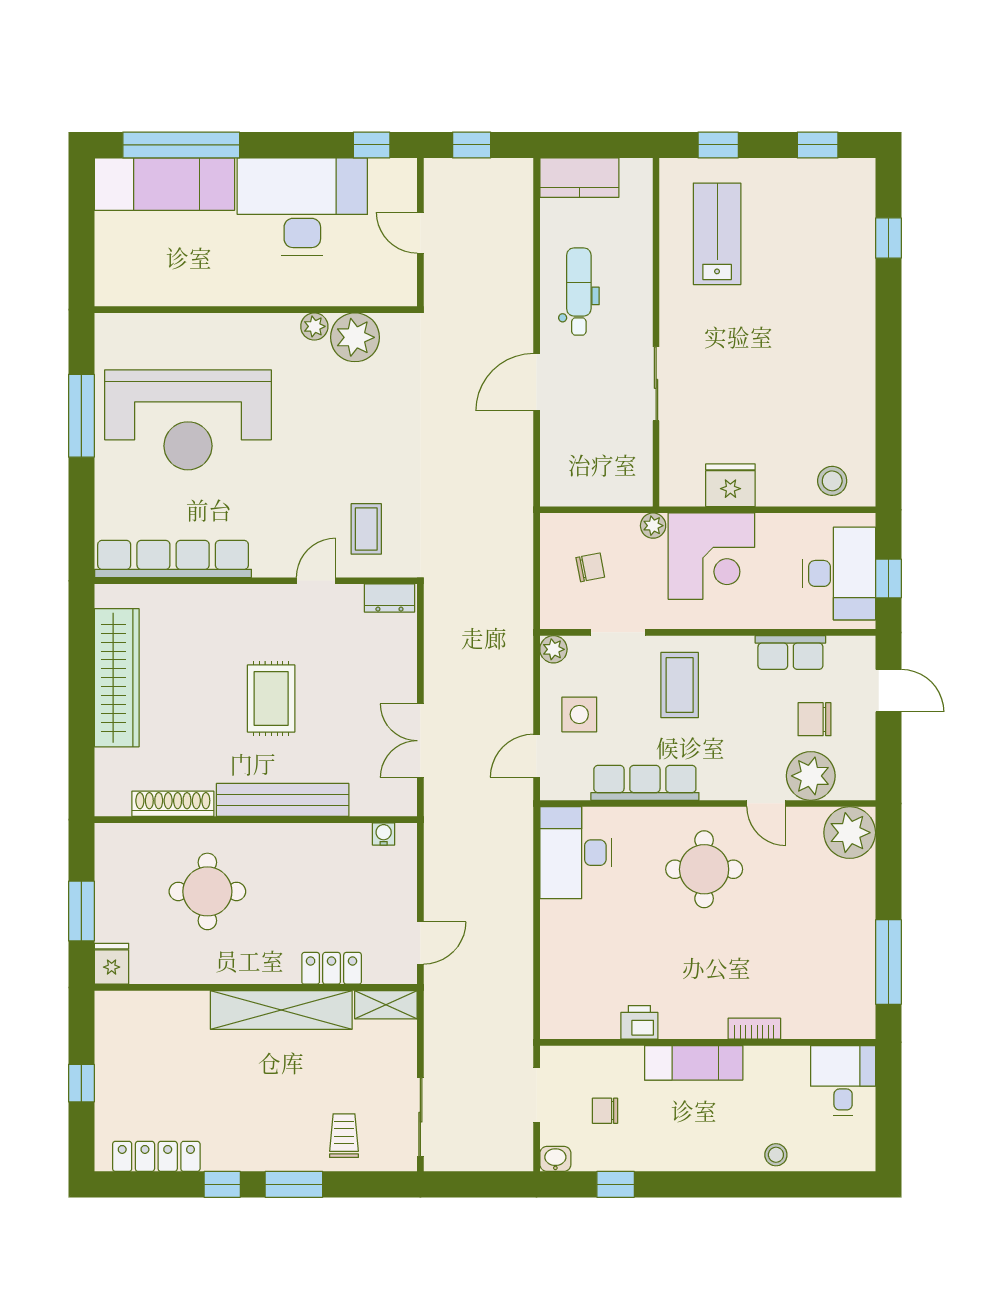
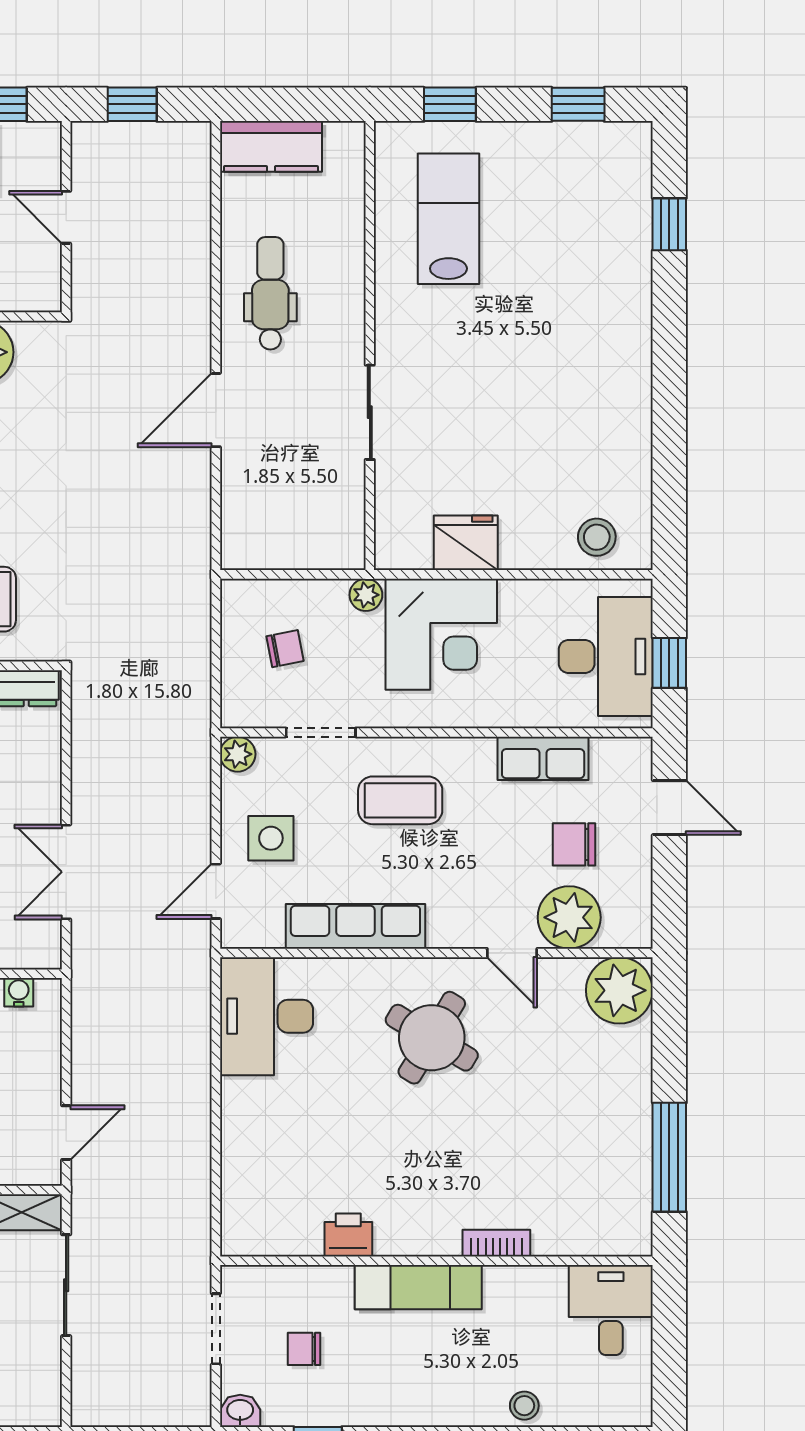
coffee table: (680, 685) -> (400, 800), turned 90
round table: (704, 869) -> (432, 1038), turned 31
sliding door: (420, 1117) -> (66, 1285), moved

